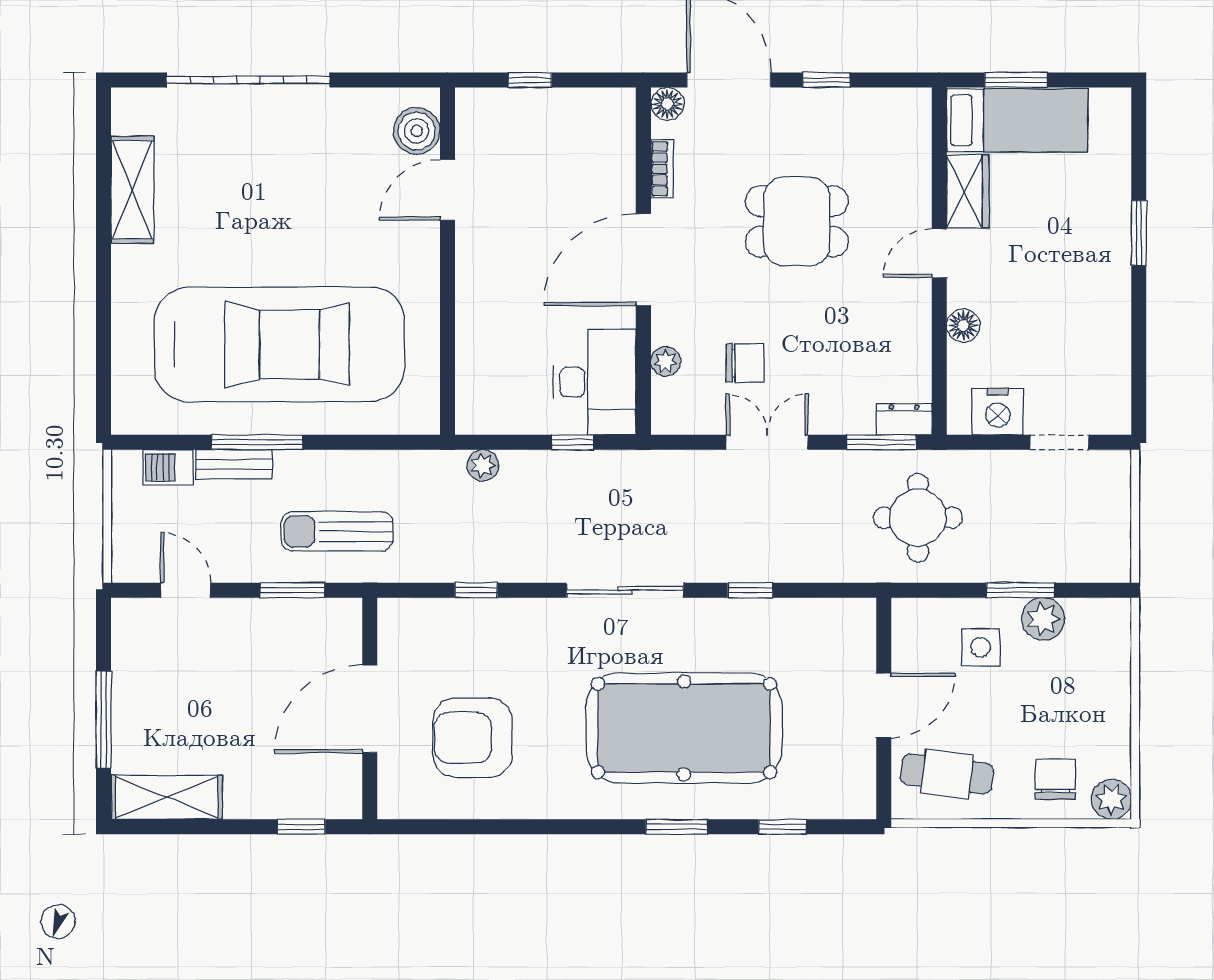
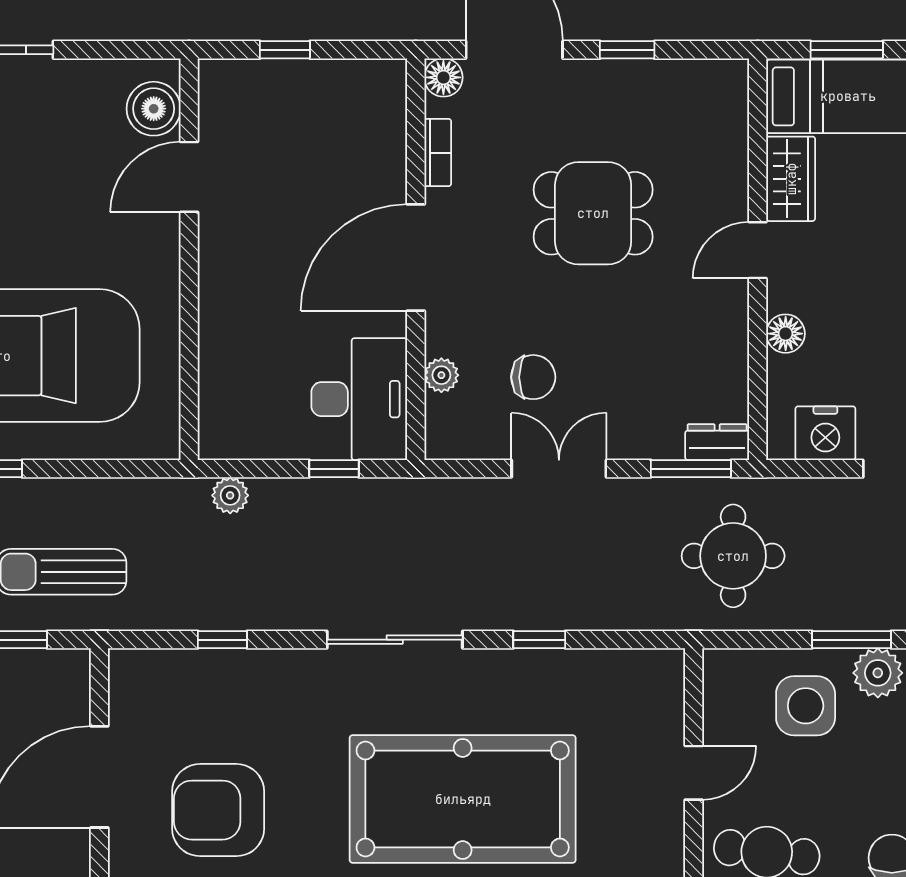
side table: (981, 647) -> (806, 706), width x1.37, depth x1.37
door: (884, 705) -> (694, 773), width x0.73

